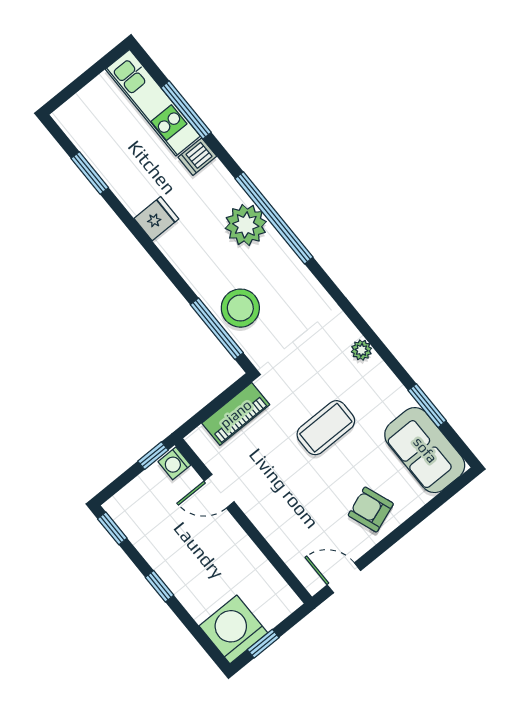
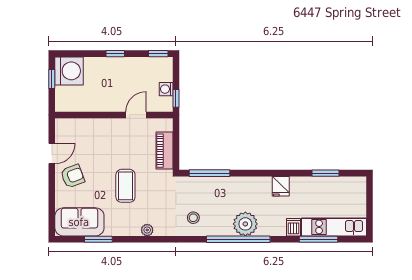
stool: (240, 308) -> (193, 218), moved, width x0.53, depth x0.53
washing machine: (174, 463) -> (166, 89), moved, turned -90
door: (344, 578) -> (52, 154), moved

